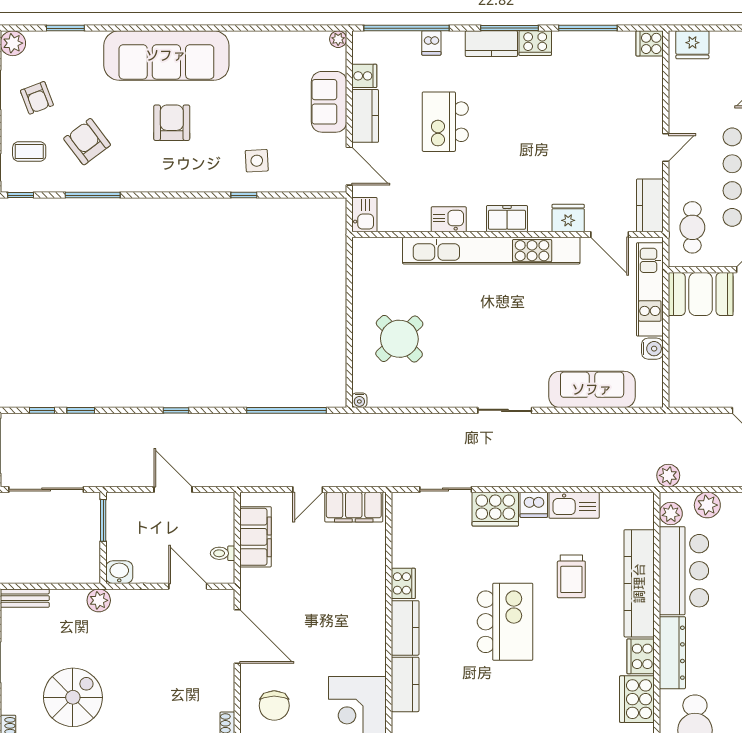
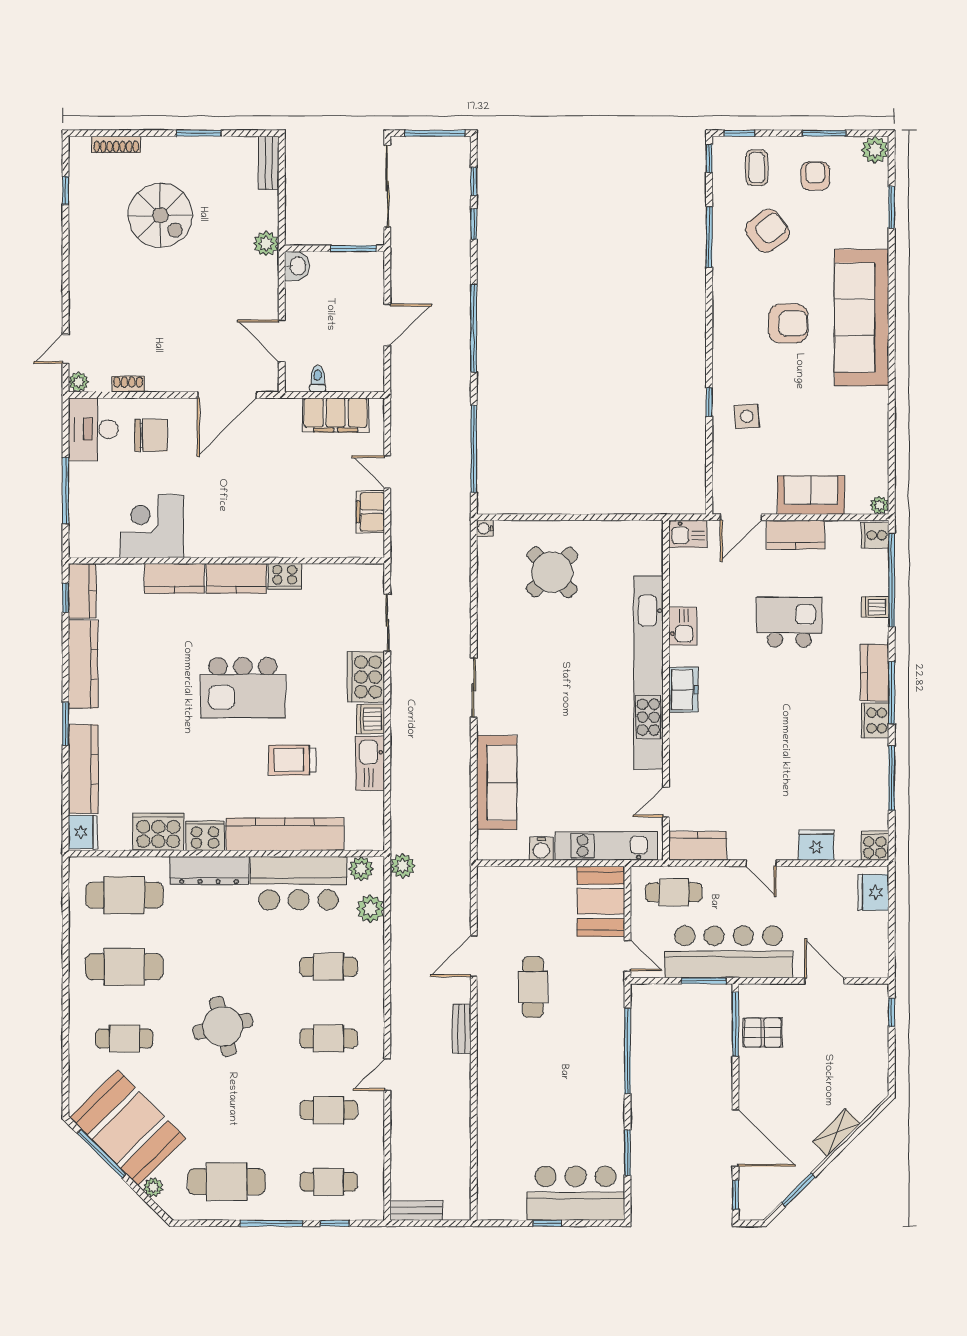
cooker: (364, 76) -> (875, 535), moved, turned 90
armchair: (37, 98) -> (815, 176), turned 111
fridge: (568, 218) -> (816, 845), moved, turned -90
door: (610, 235) -> (666, 802), width x0.73
window: (176, 410) -> (474, 328), width x3.17
filing cabinet: (354, 507) -> (370, 512), width x0.67, depth x0.86
door: (188, 586) -> (282, 341), swing flipped
chair: (274, 706) -> (151, 435), turned 180

